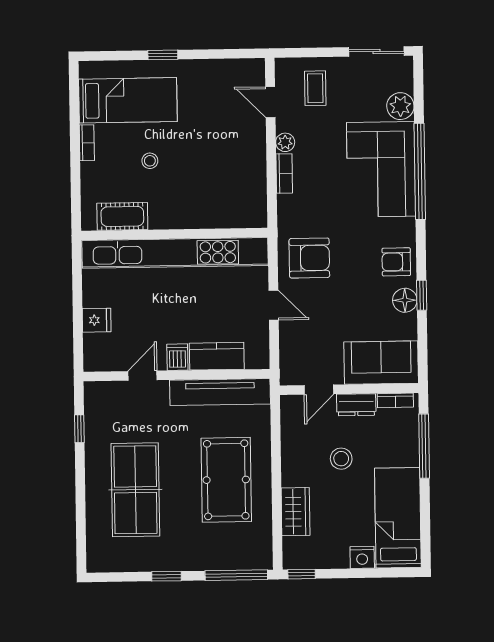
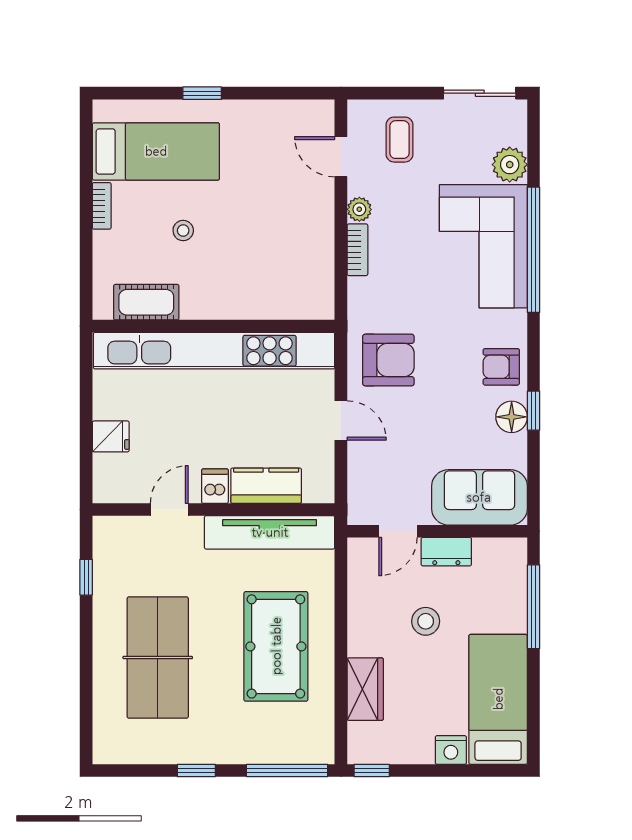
bookcase: (395, 400) -> (497, 547), removed

